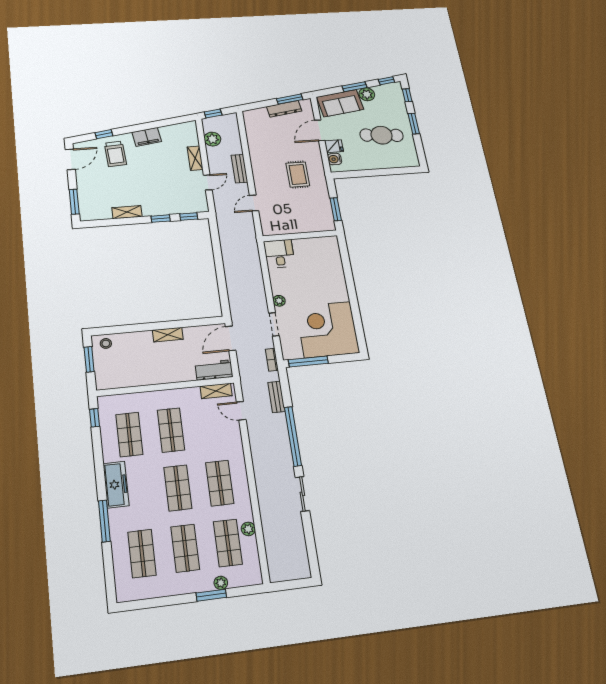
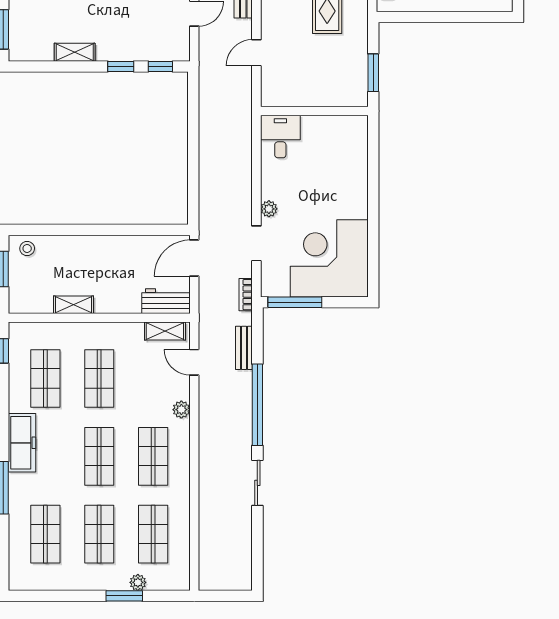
shelving: (168, 335) -> (74, 305), moved
plant: (248, 529) -> (181, 410), moved

